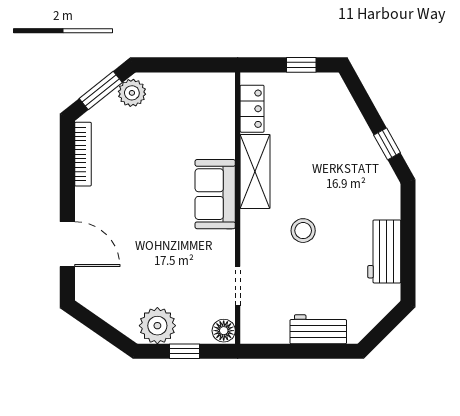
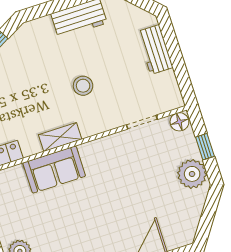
shelving: (255, 171) -> (60, 137), width x0.67, depth x0.75
sofa: (215, 194) -> (54, 170), moved

